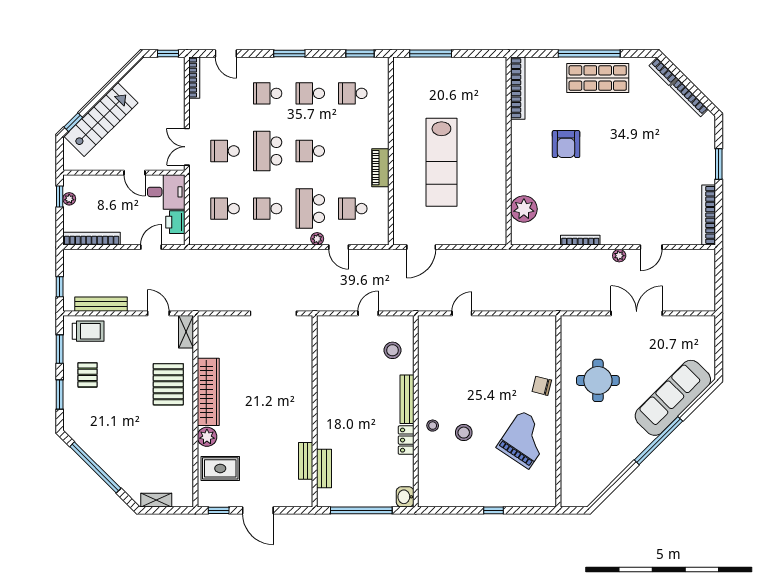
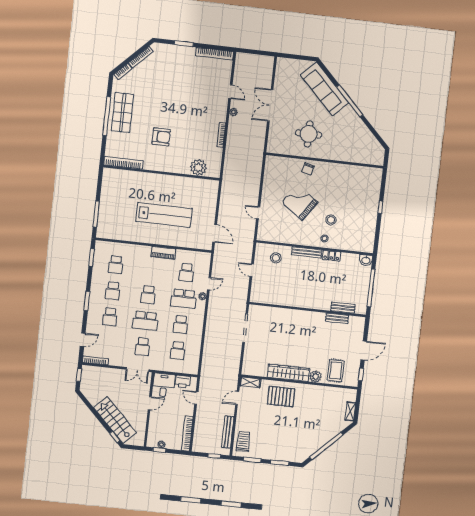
pallet: (88, 375) -> (270, 445), removed
grand piano: (525, 440) -> (300, 202), moved

